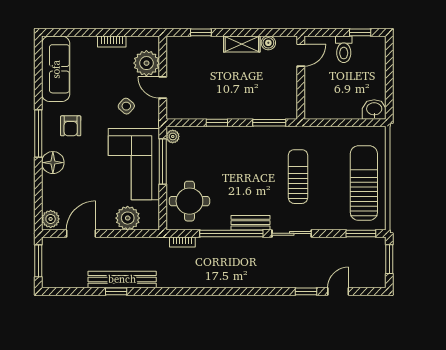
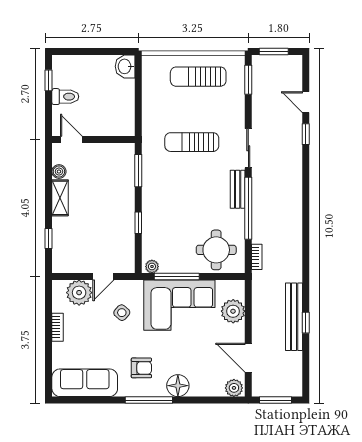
sun lounger: (364, 183) -> (198, 77), width x0.73, depth x0.75

